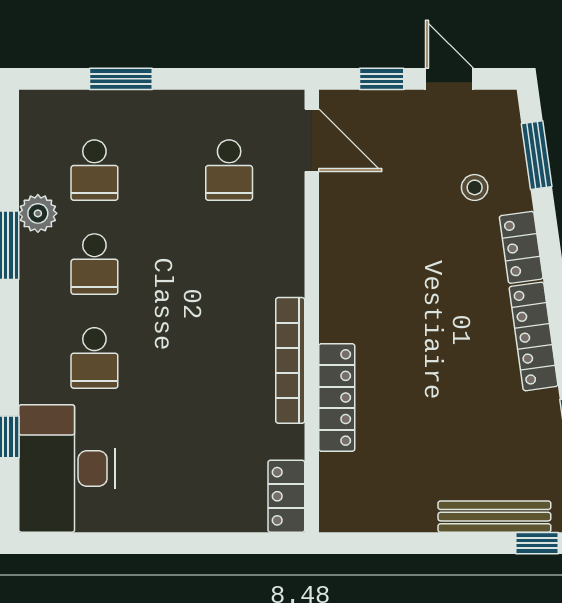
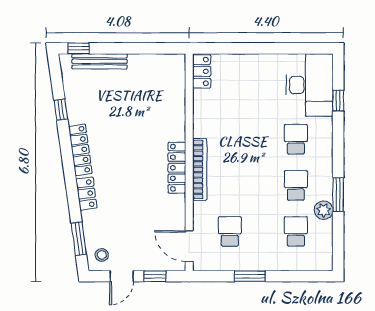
window: (121, 79) -> (250, 276), moved
door: (449, 79) -> (122, 276), hinge flipped
stool: (475, 187) -> (102, 255), moved
bookcase: (290, 360) -> (200, 169), moved
locker: (337, 397) -> (177, 168), moved

